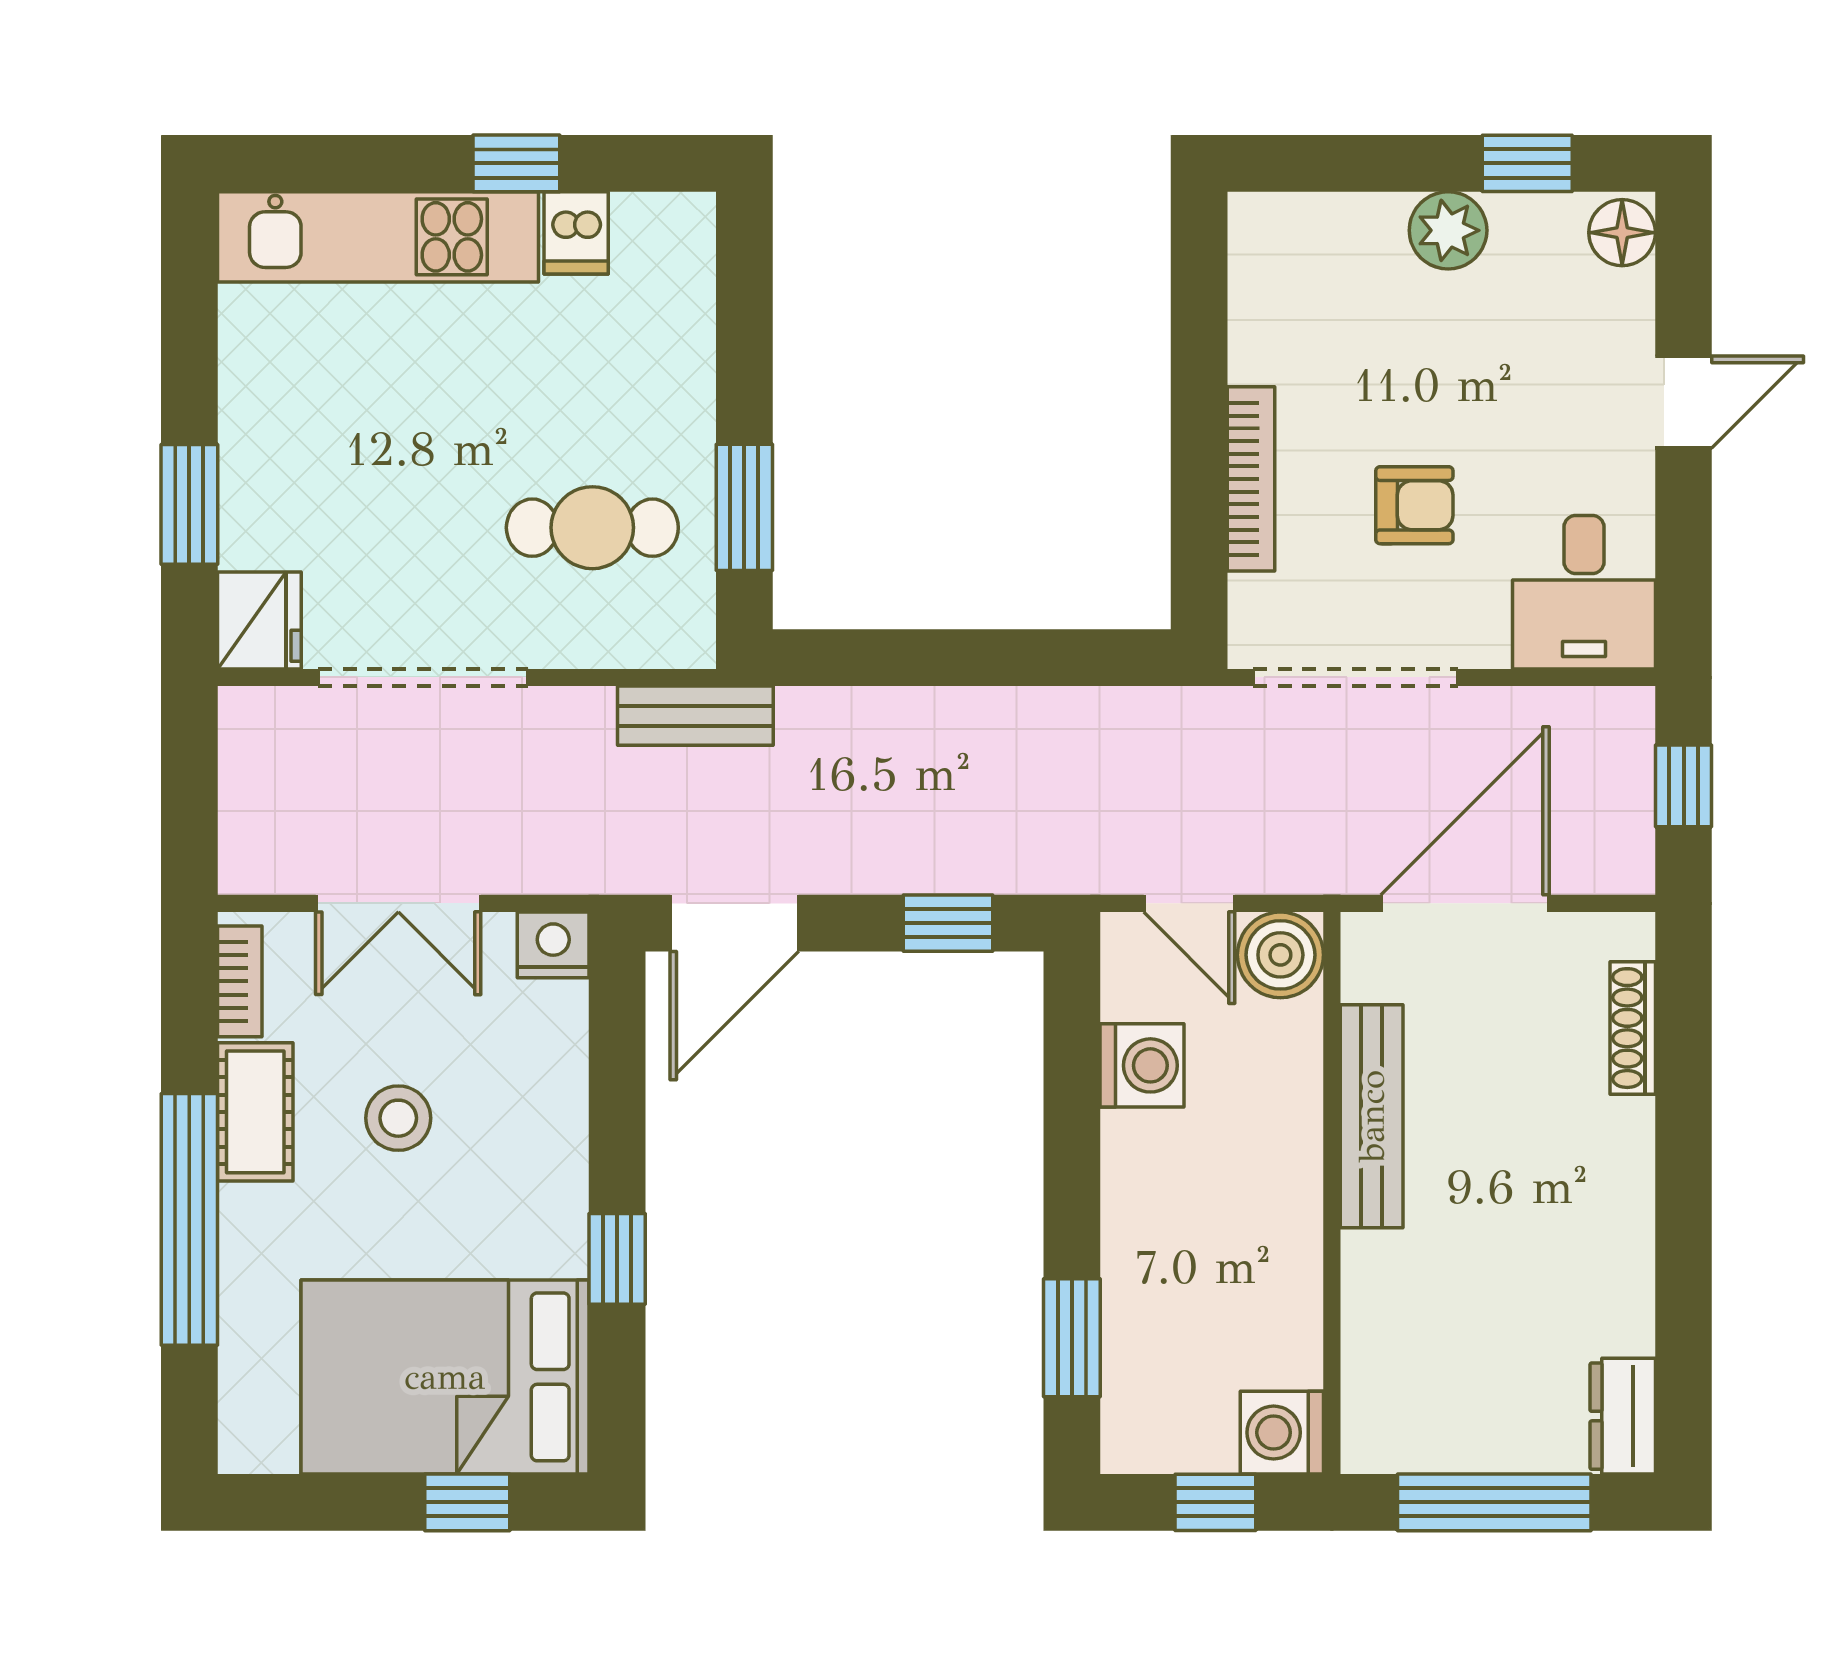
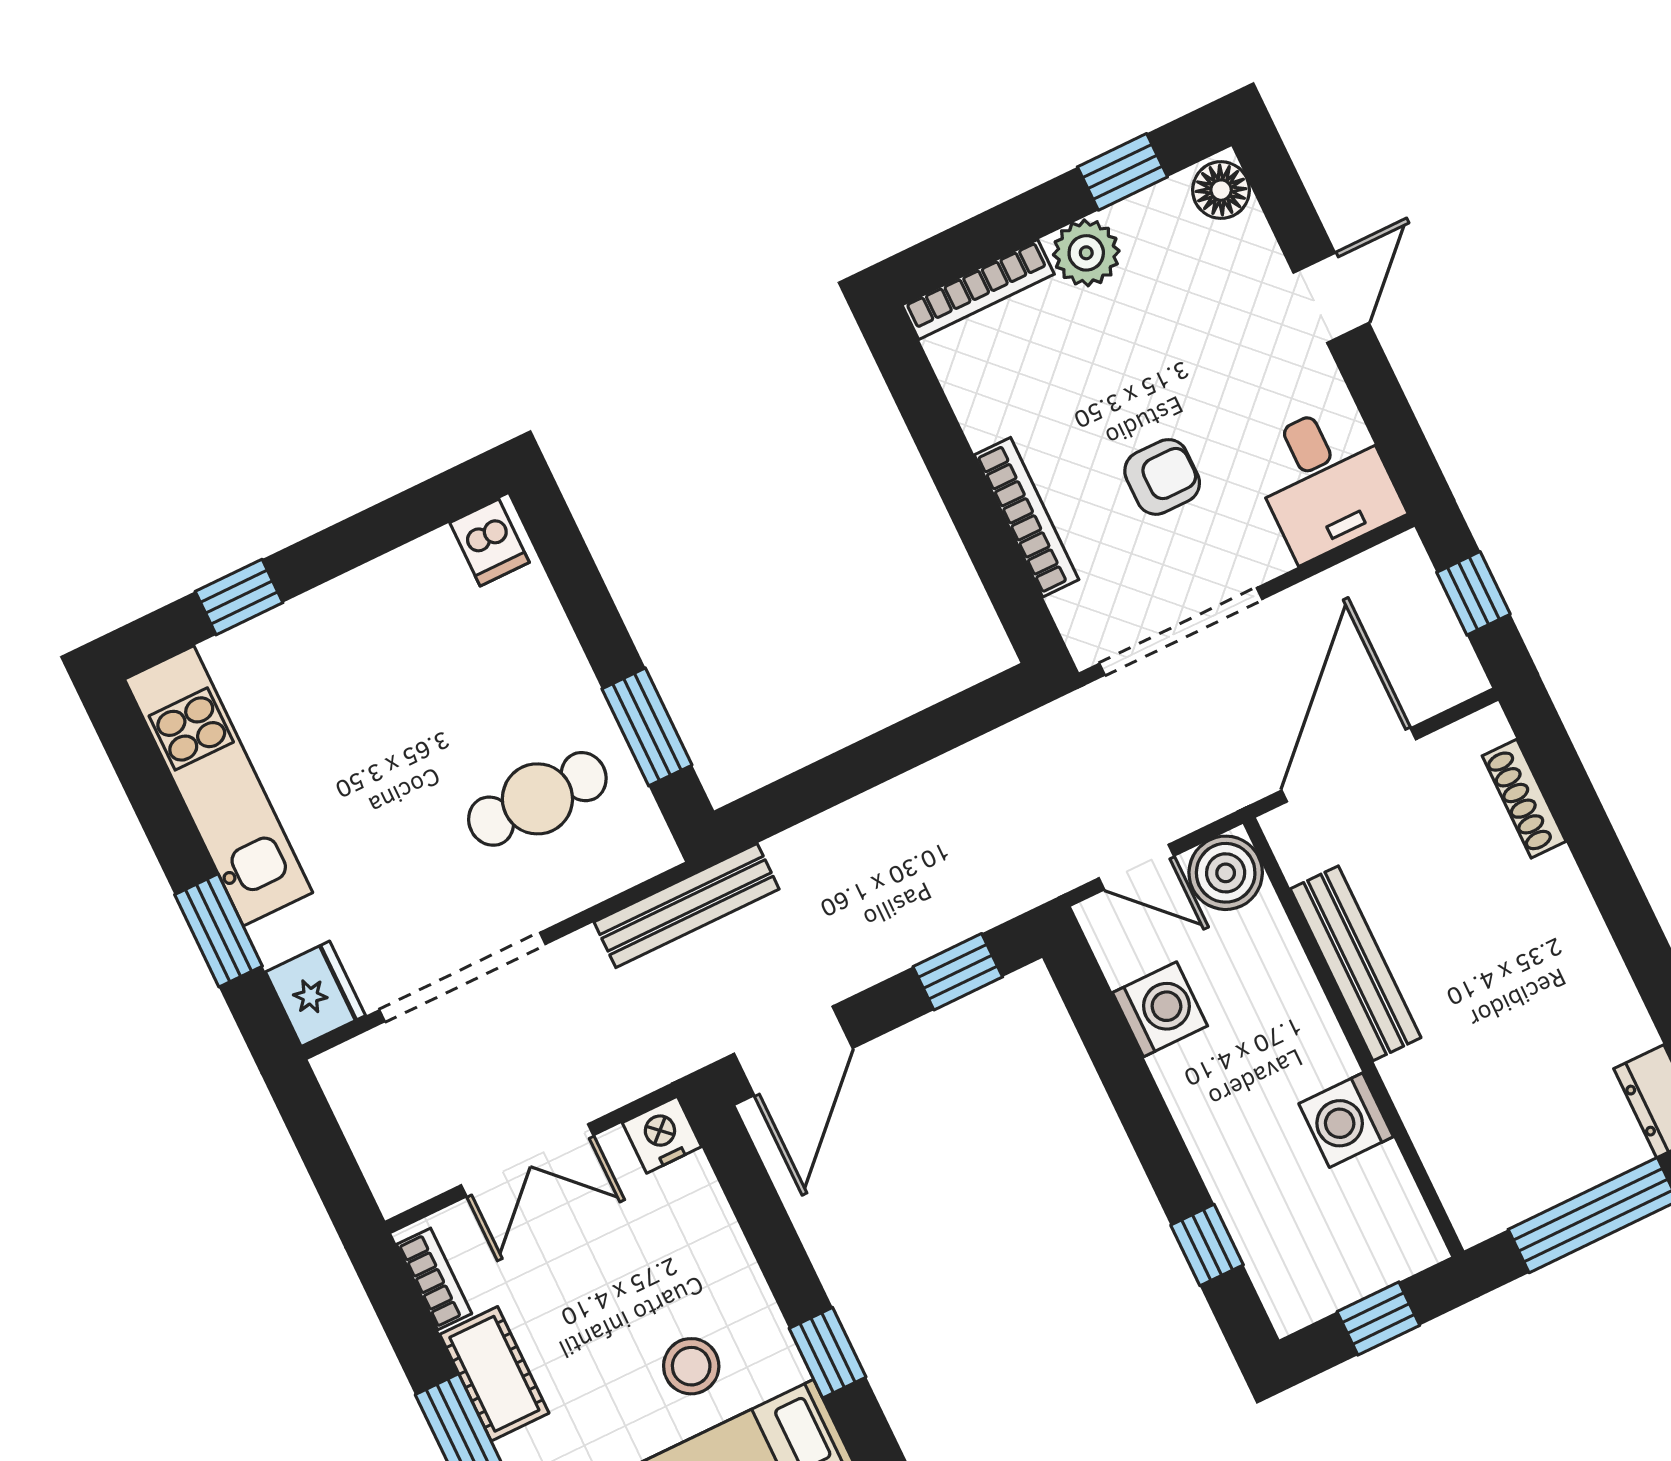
window: (516, 163) -> (239, 597), moved
bookcase: (1316, 214) -> (978, 290), added
dishwasher: (576, 233) -> (489, 542), moved
kitchen unit: (378, 237) -> (219, 786), moved, turned -90
bench: (695, 716) -> (686, 905), width x1.36
stool: (398, 1118) -> (691, 1366), moved
window: (1072, 1338) -> (1207, 1245), width x0.67
washing machine: (1282, 1433) -> (1346, 1120), moved

